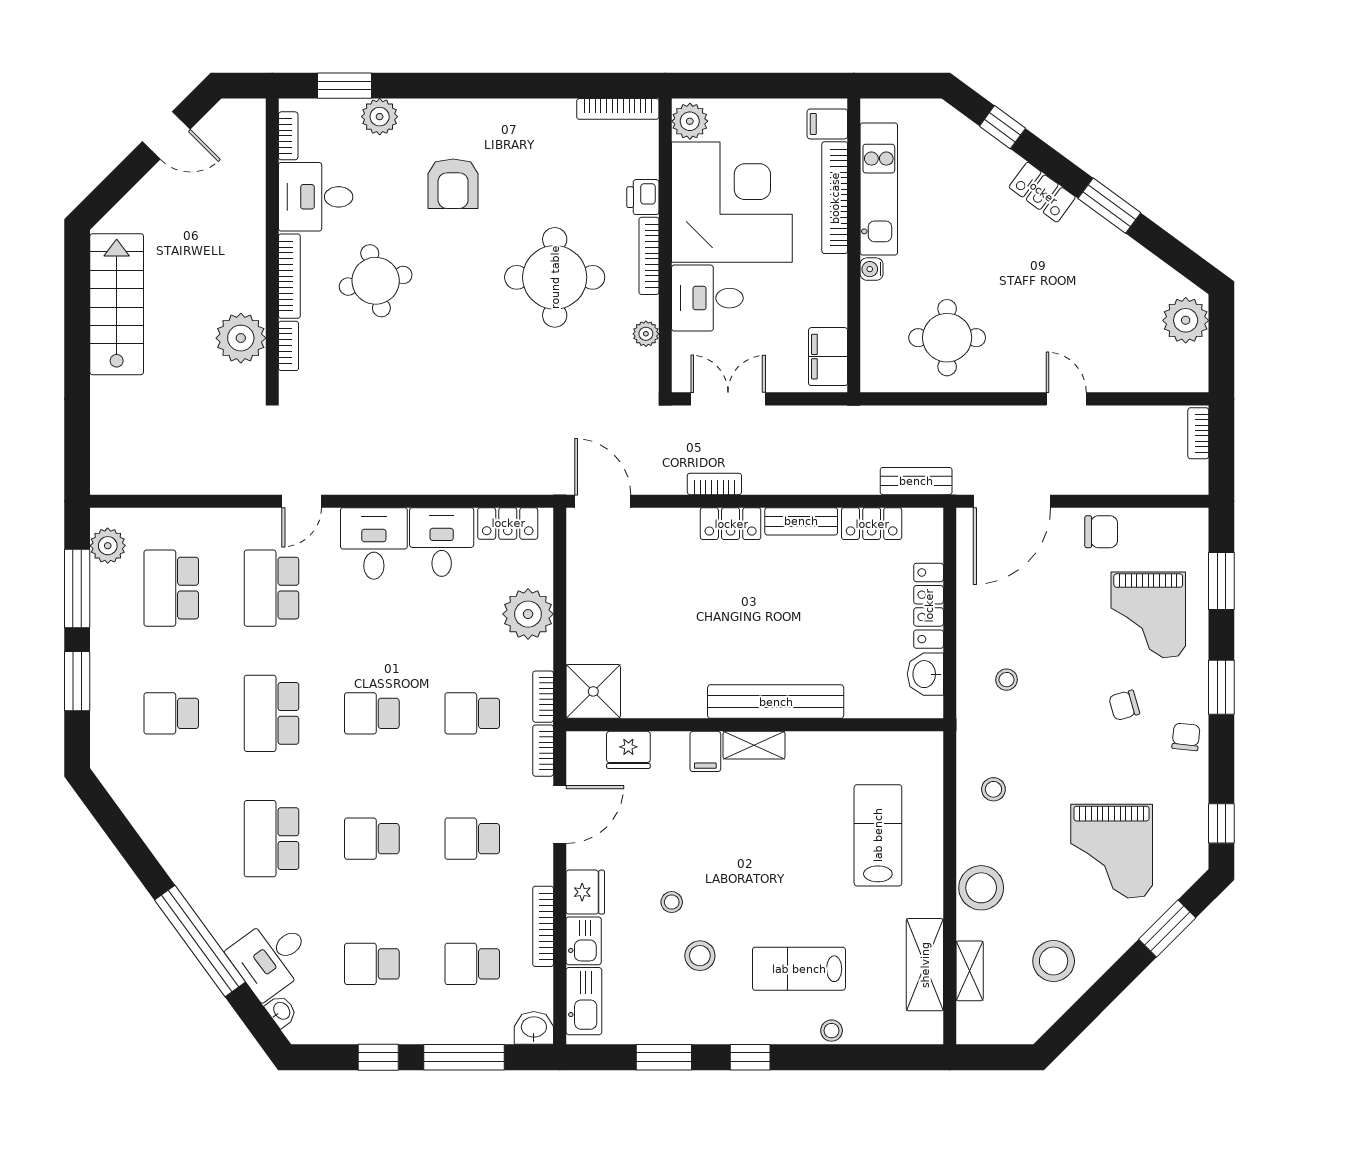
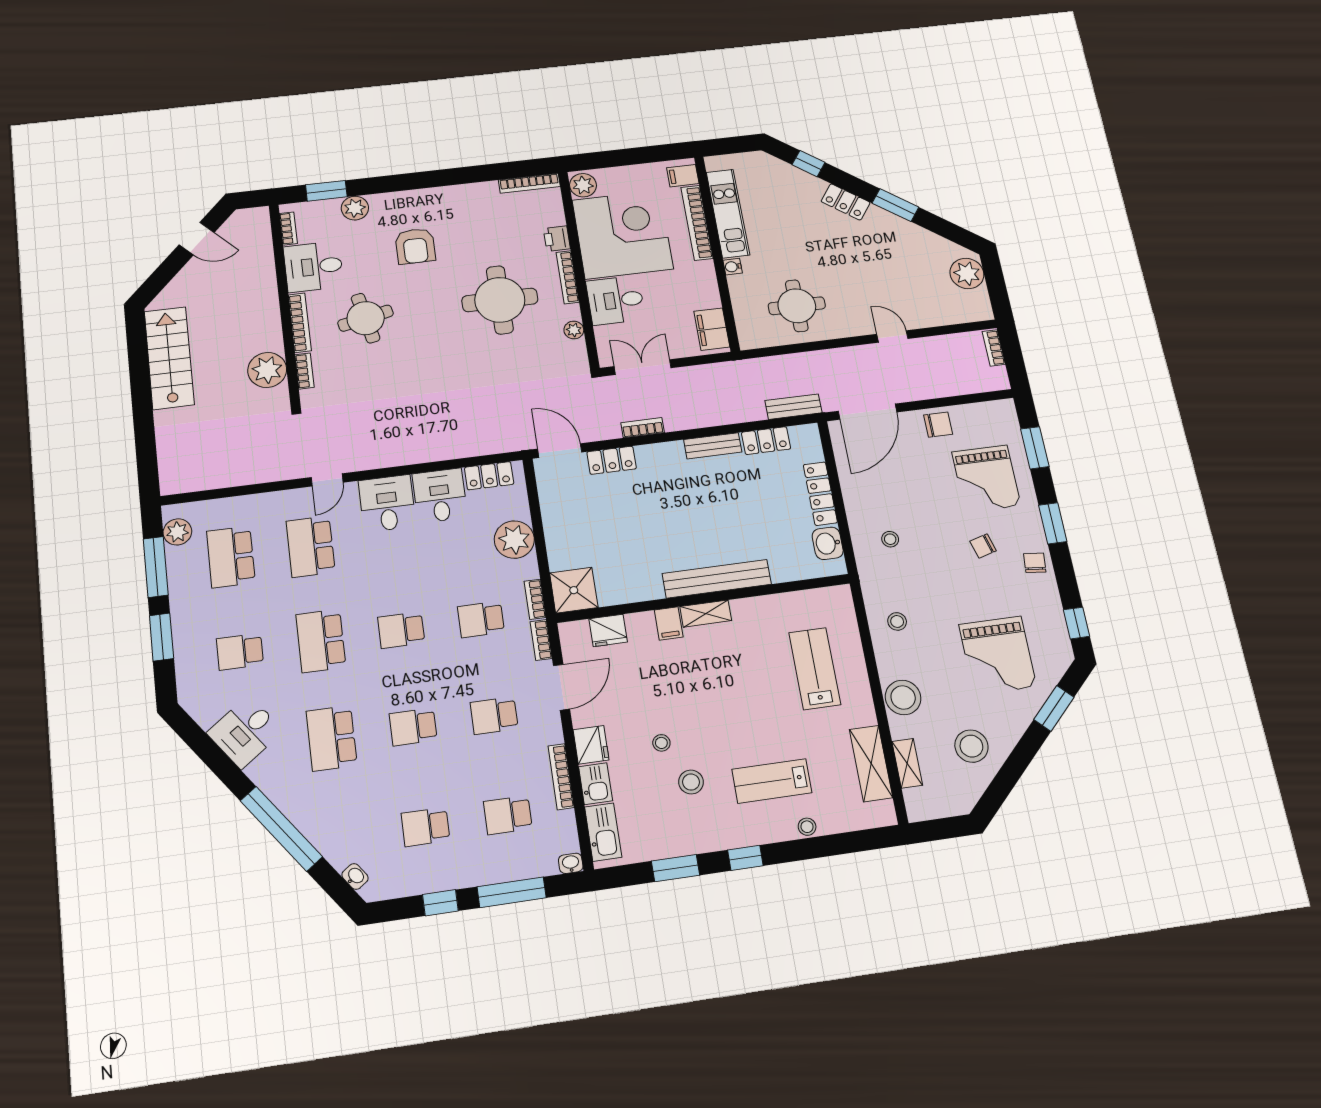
locker: (731, 524) -> (612, 460), moved
desk: (271, 957) -> (245, 732), moved
washbasin: (534, 1028) -> (571, 863), width x0.72, depth x0.69

